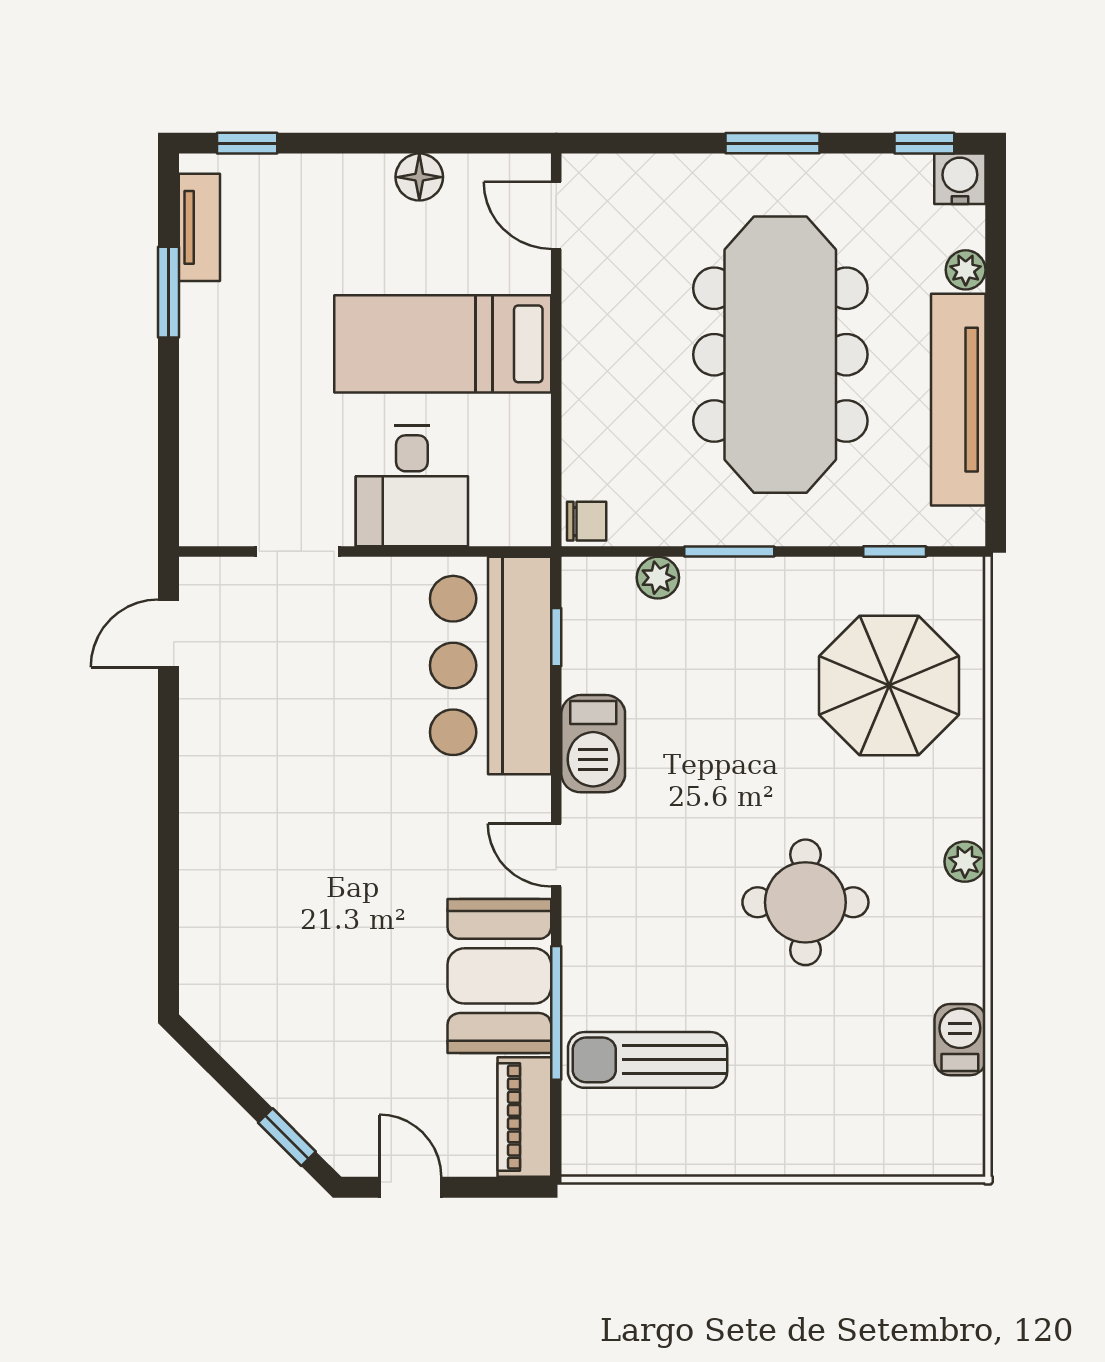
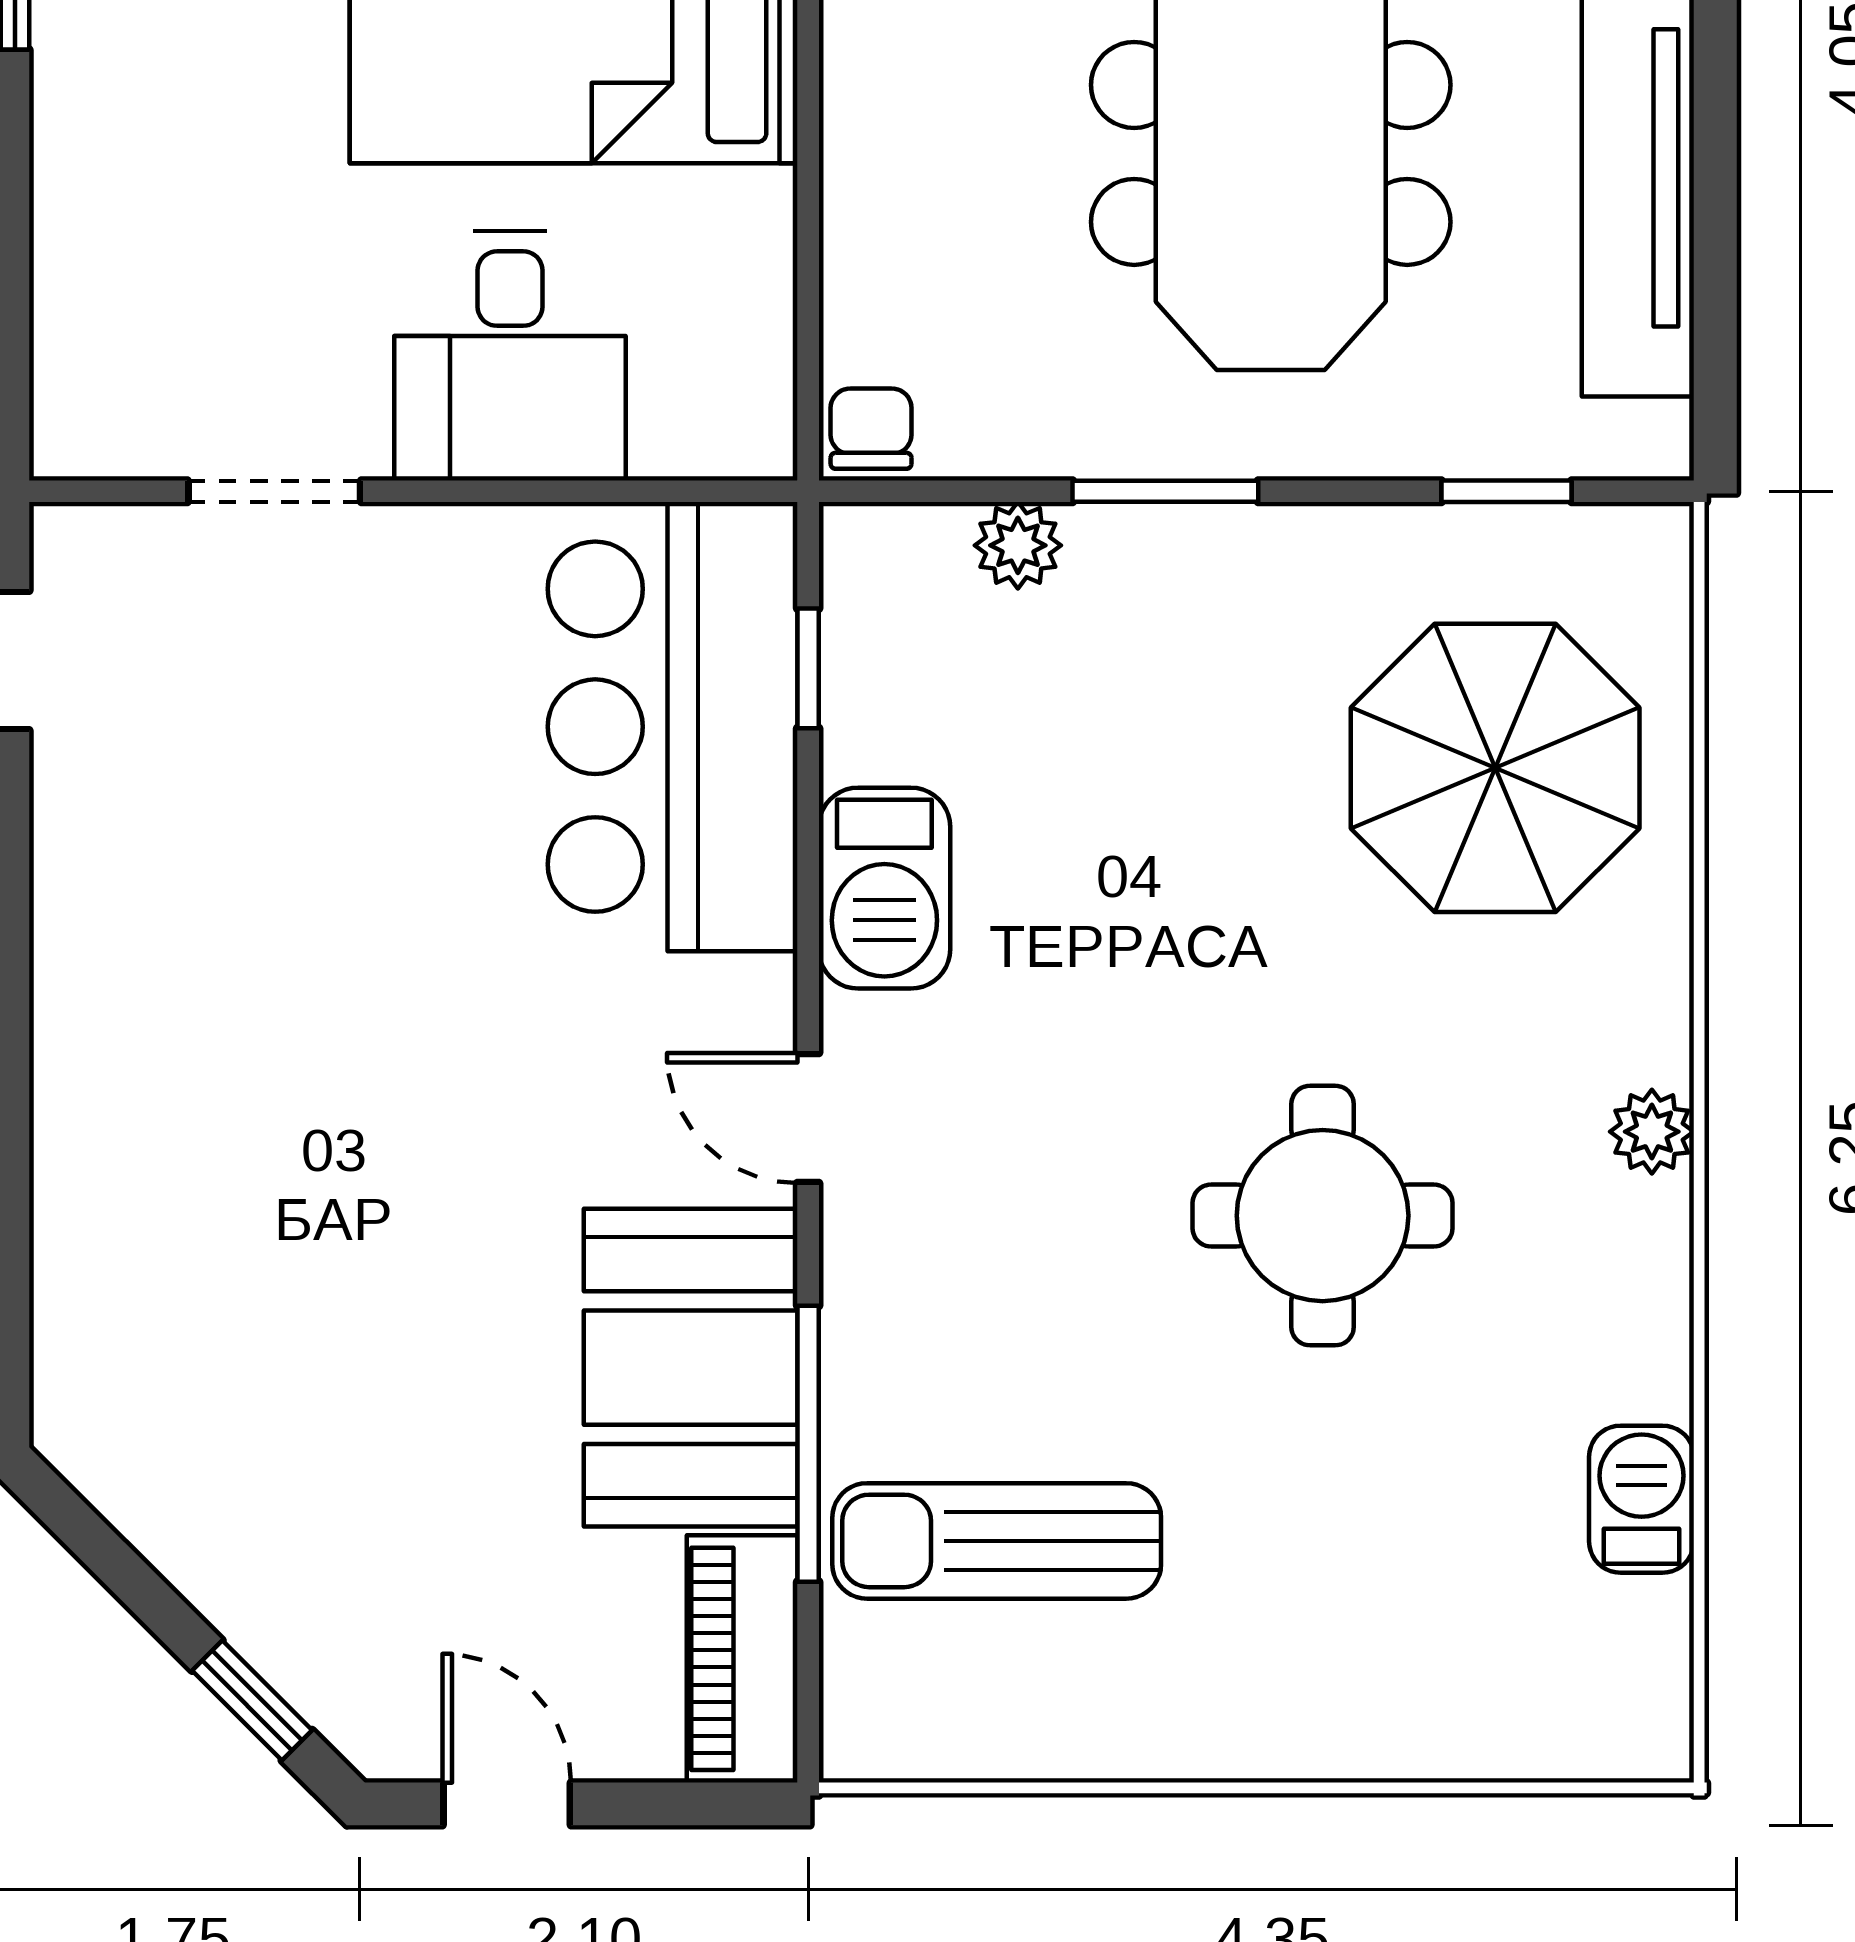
chair: (587, 521) -> (871, 429), turned -90

